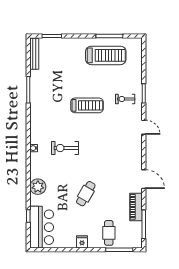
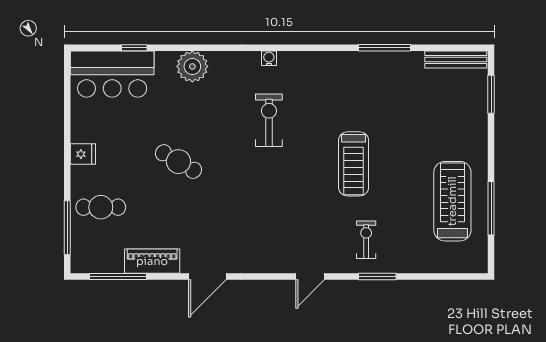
treadmill: (106, 55) -> (452, 201), turned 180

